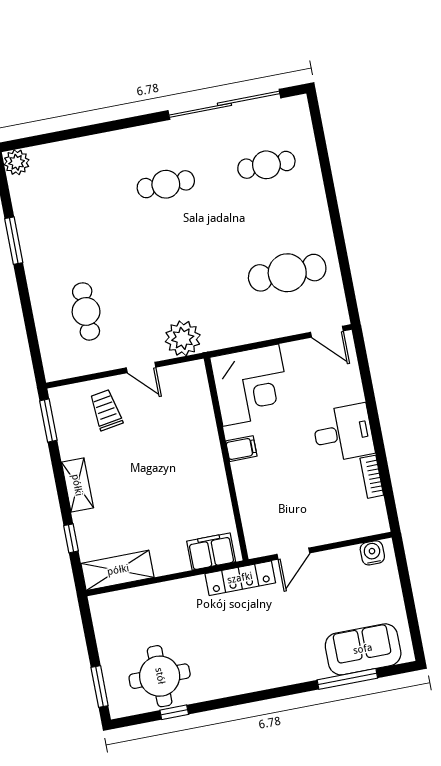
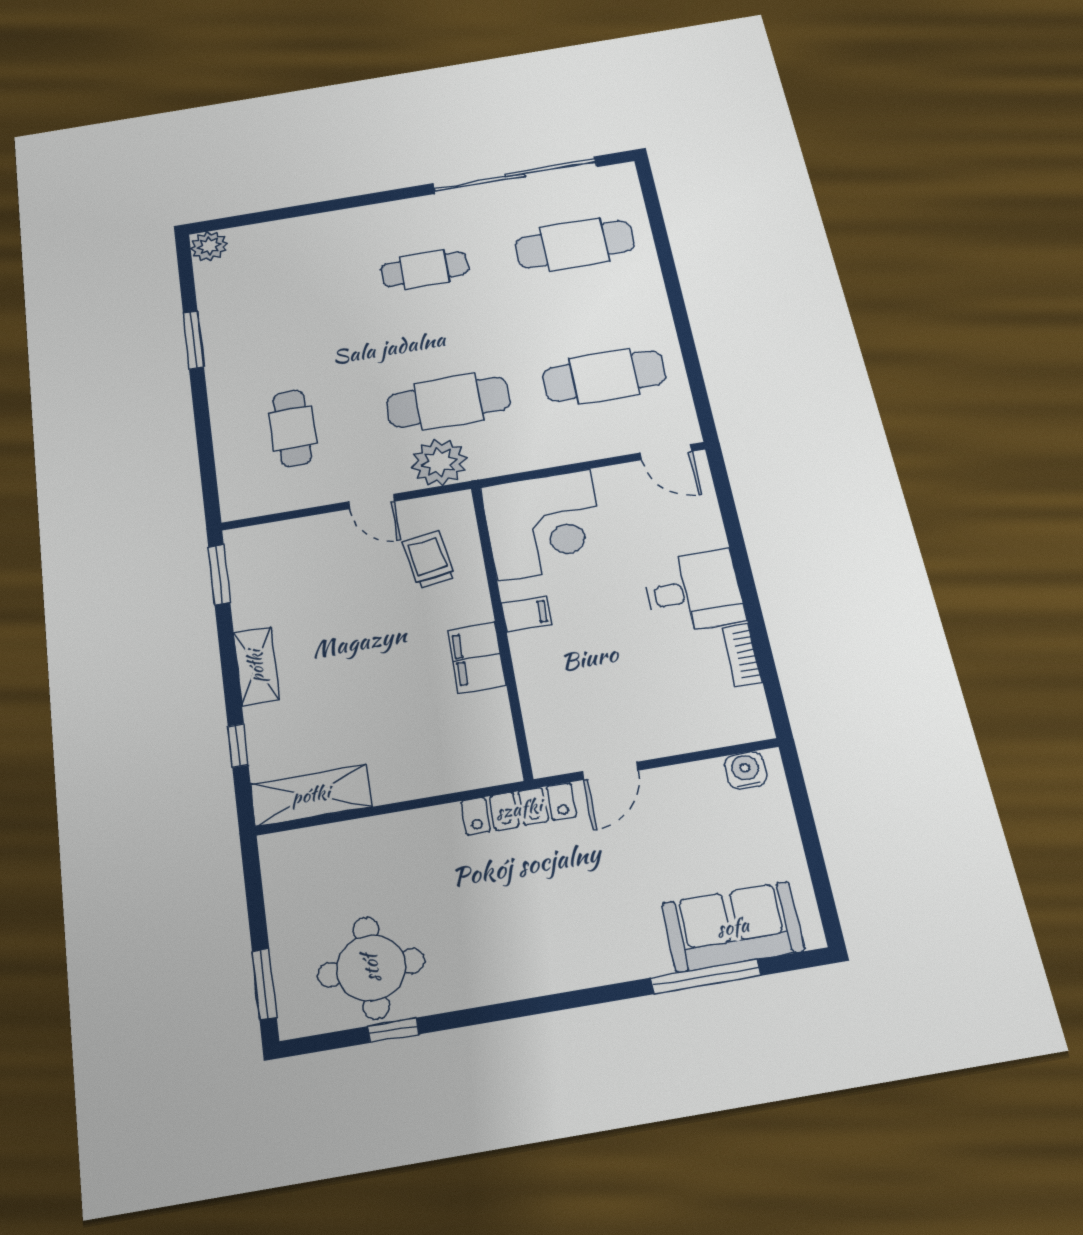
cafe table: (266, 165) -> (575, 244), width x1.37, depth x1.35
cafe table: (187, 292) -> (448, 402), added
trolley: (106, 410) -> (429, 560), moved
filing cabinet: (211, 551) -> (477, 657), moved, turned -90

